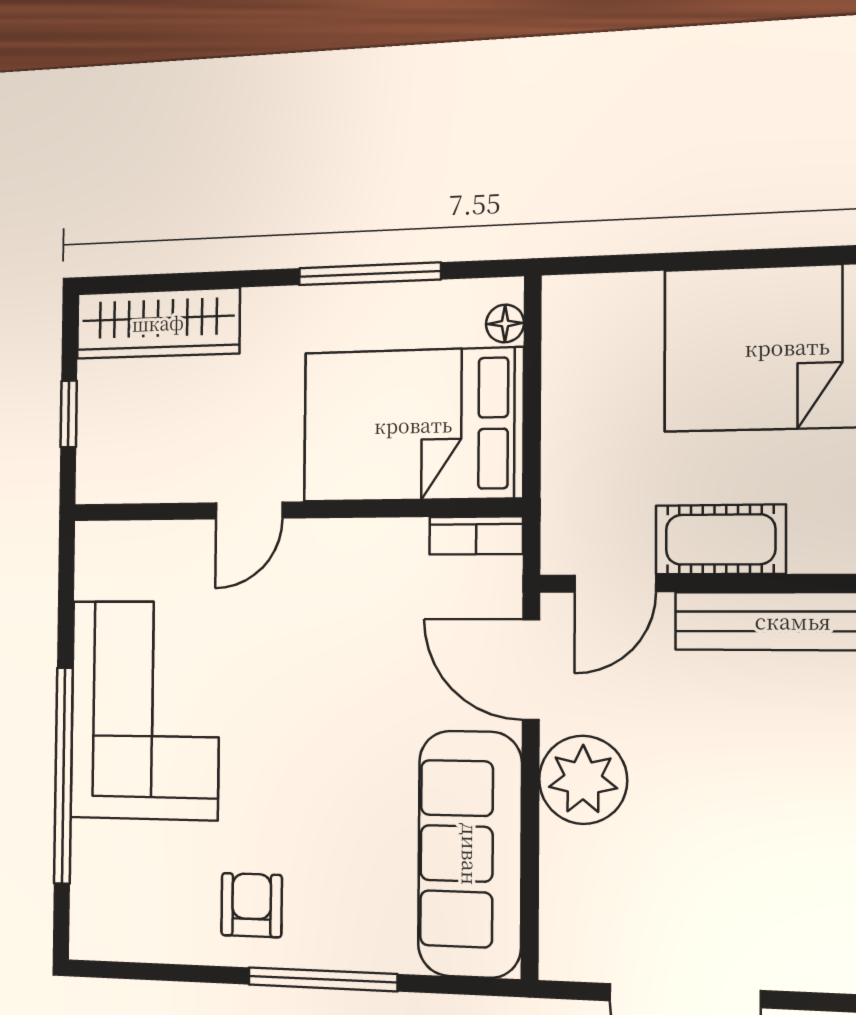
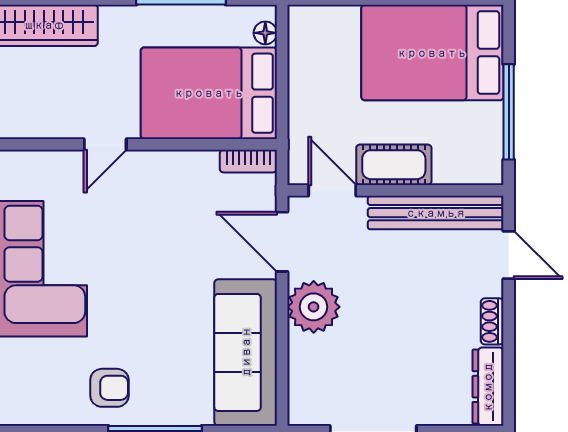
door: (615, 584) -> (332, 190), swing flipped
armchair: (252, 905) -> (109, 388), turned 90

